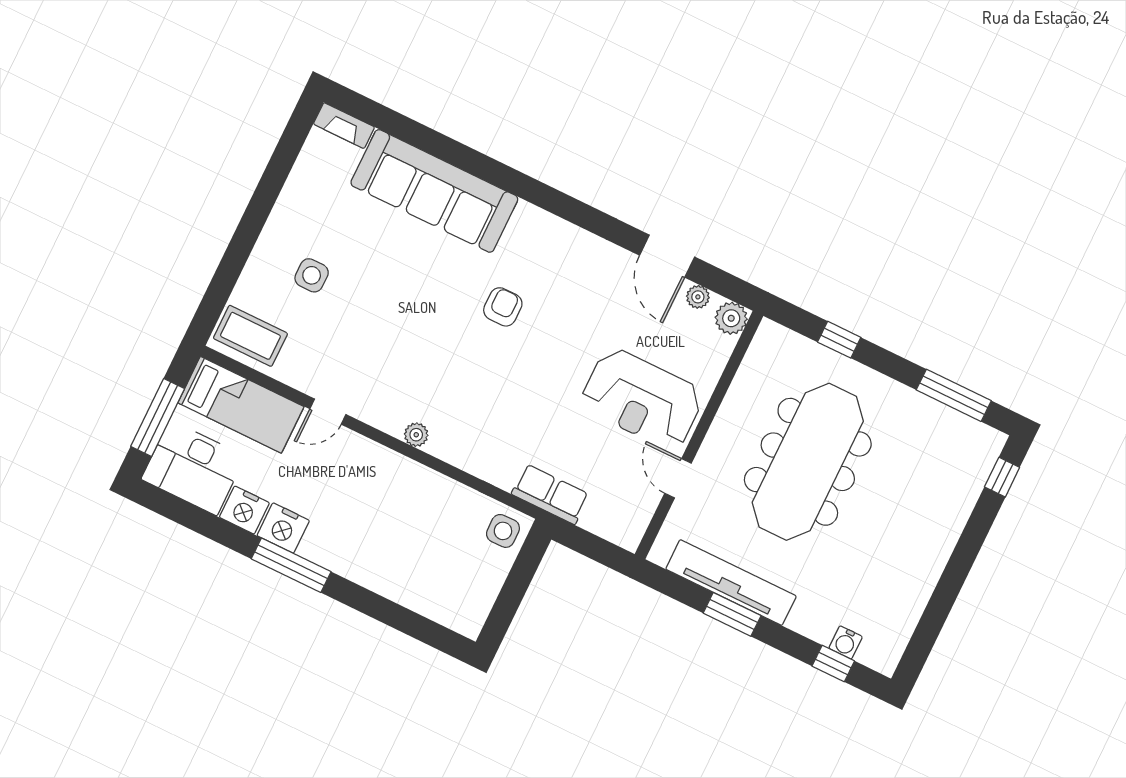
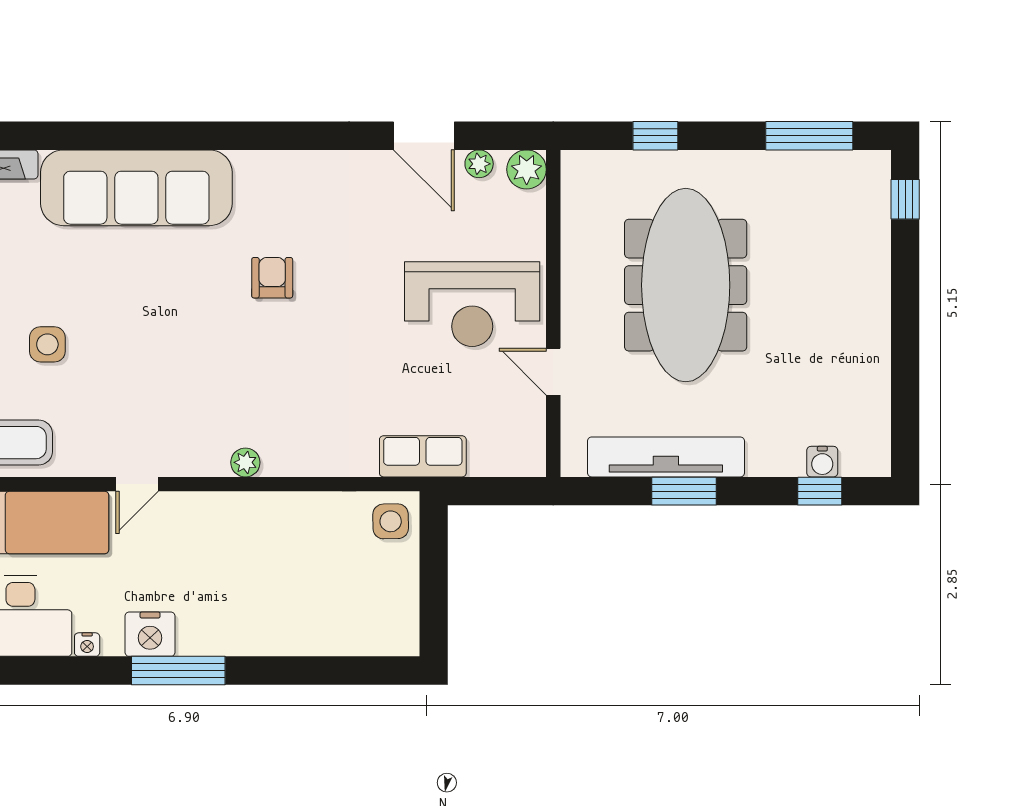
nightstand: (244, 510) -> (87, 645), width x0.53, depth x0.56

